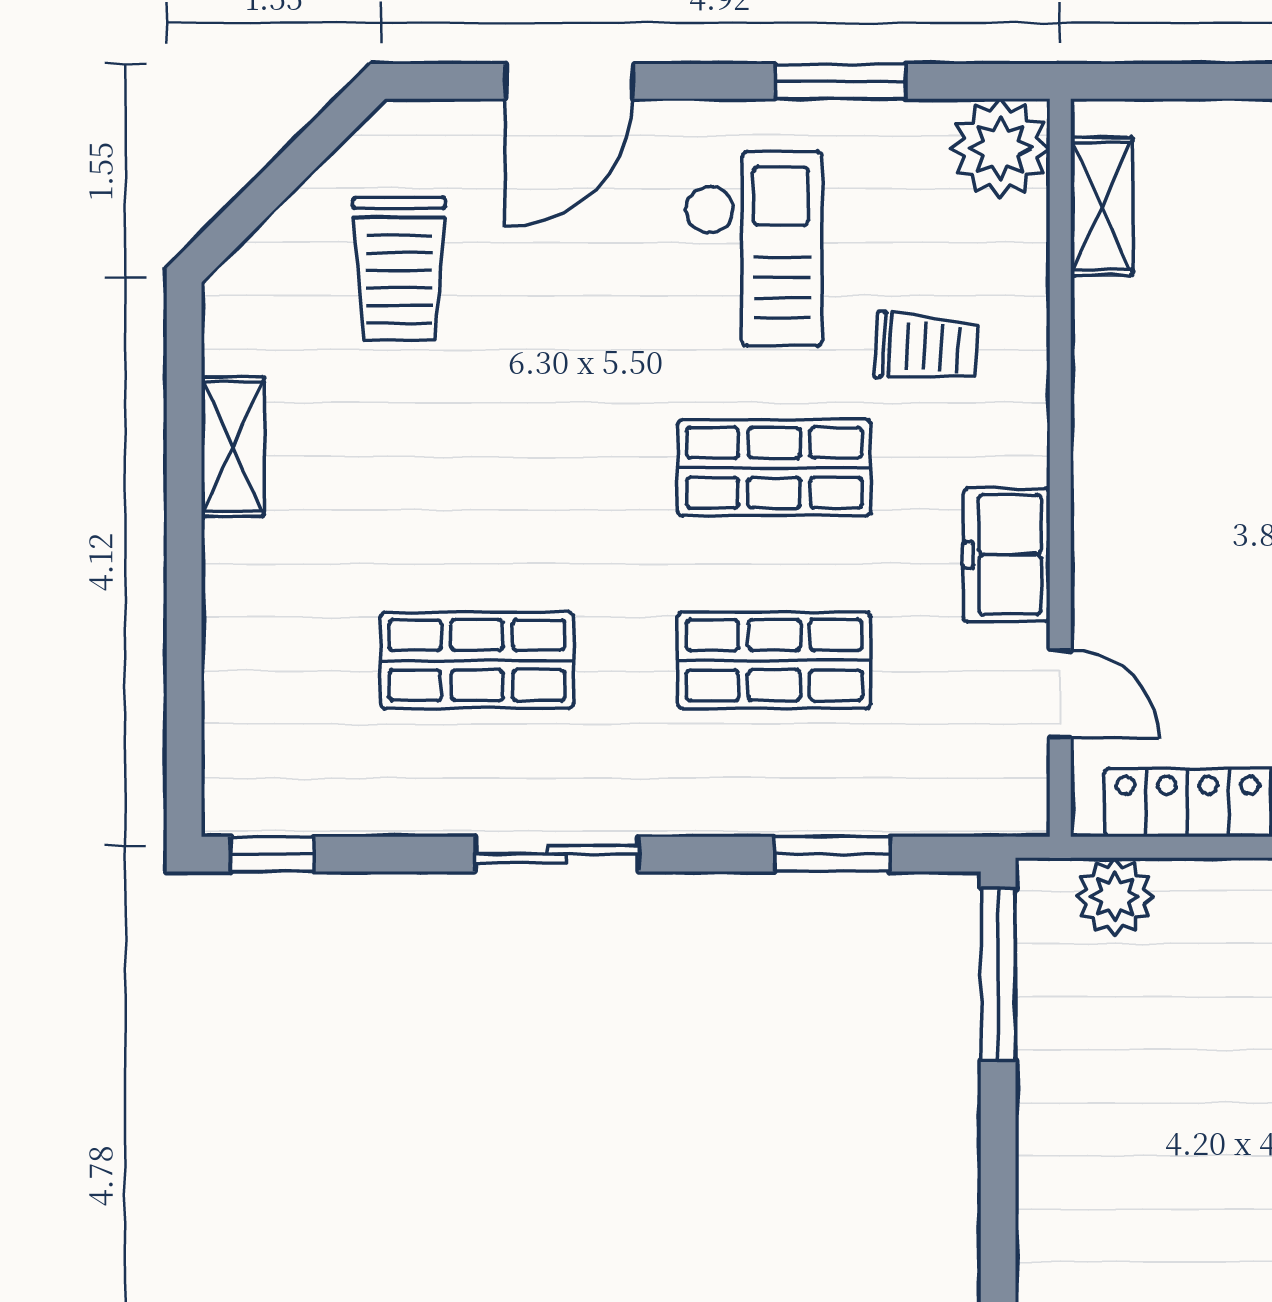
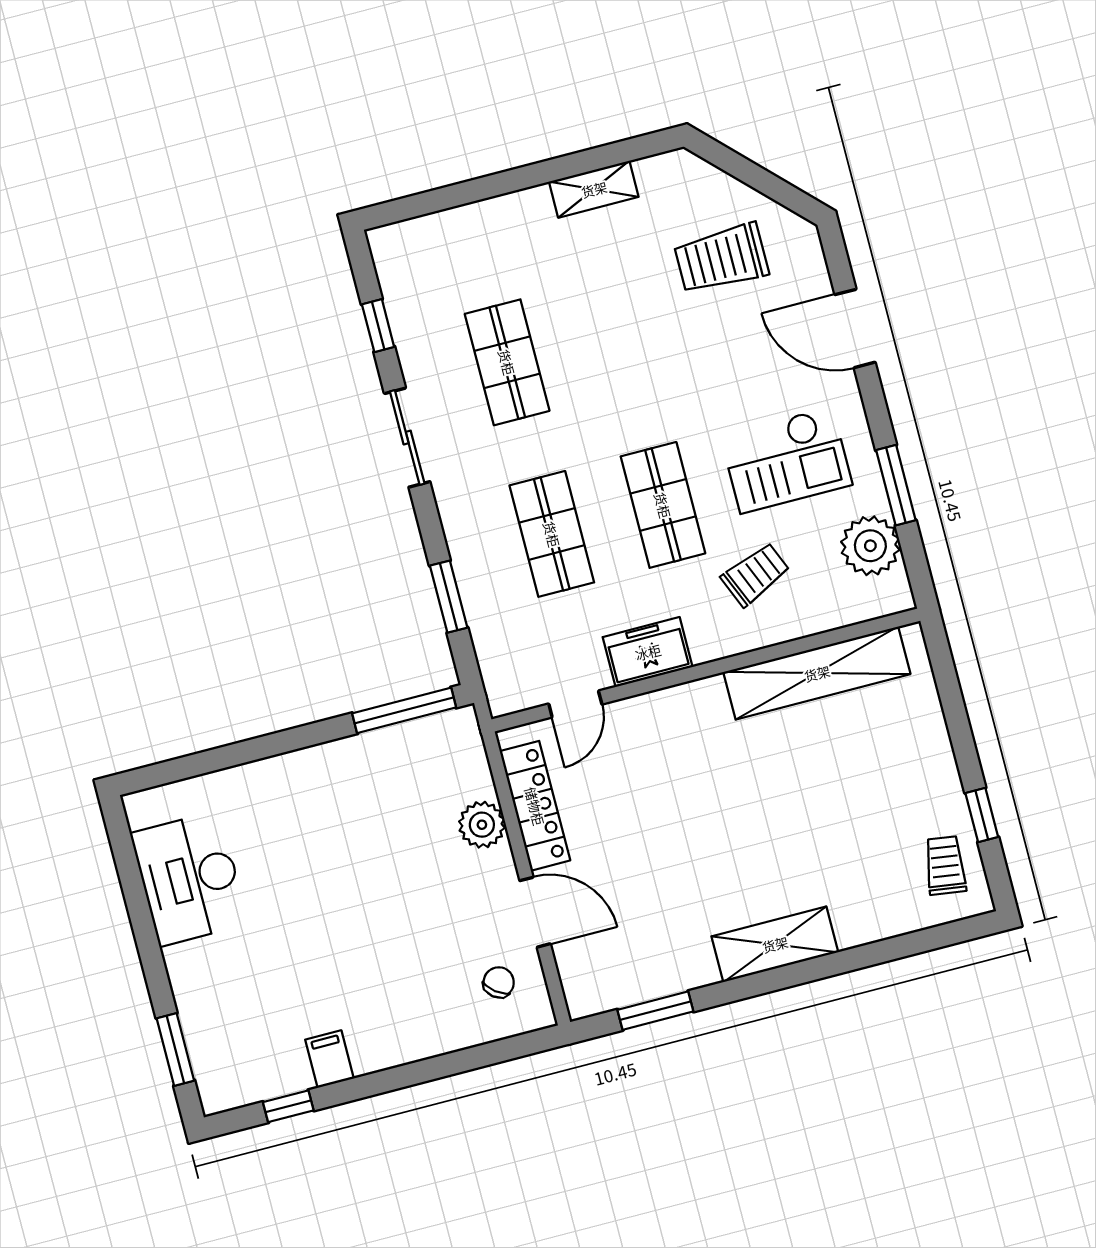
plant: (1000, 148) -> (870, 546), moved
shelving: (1102, 206) -> (817, 673), width x2.20, depth x1.33
trolley: (926, 347) -> (755, 574), turned -117
window: (272, 854) -> (378, 326), moved
plant: (1115, 896) -> (482, 825), moved

